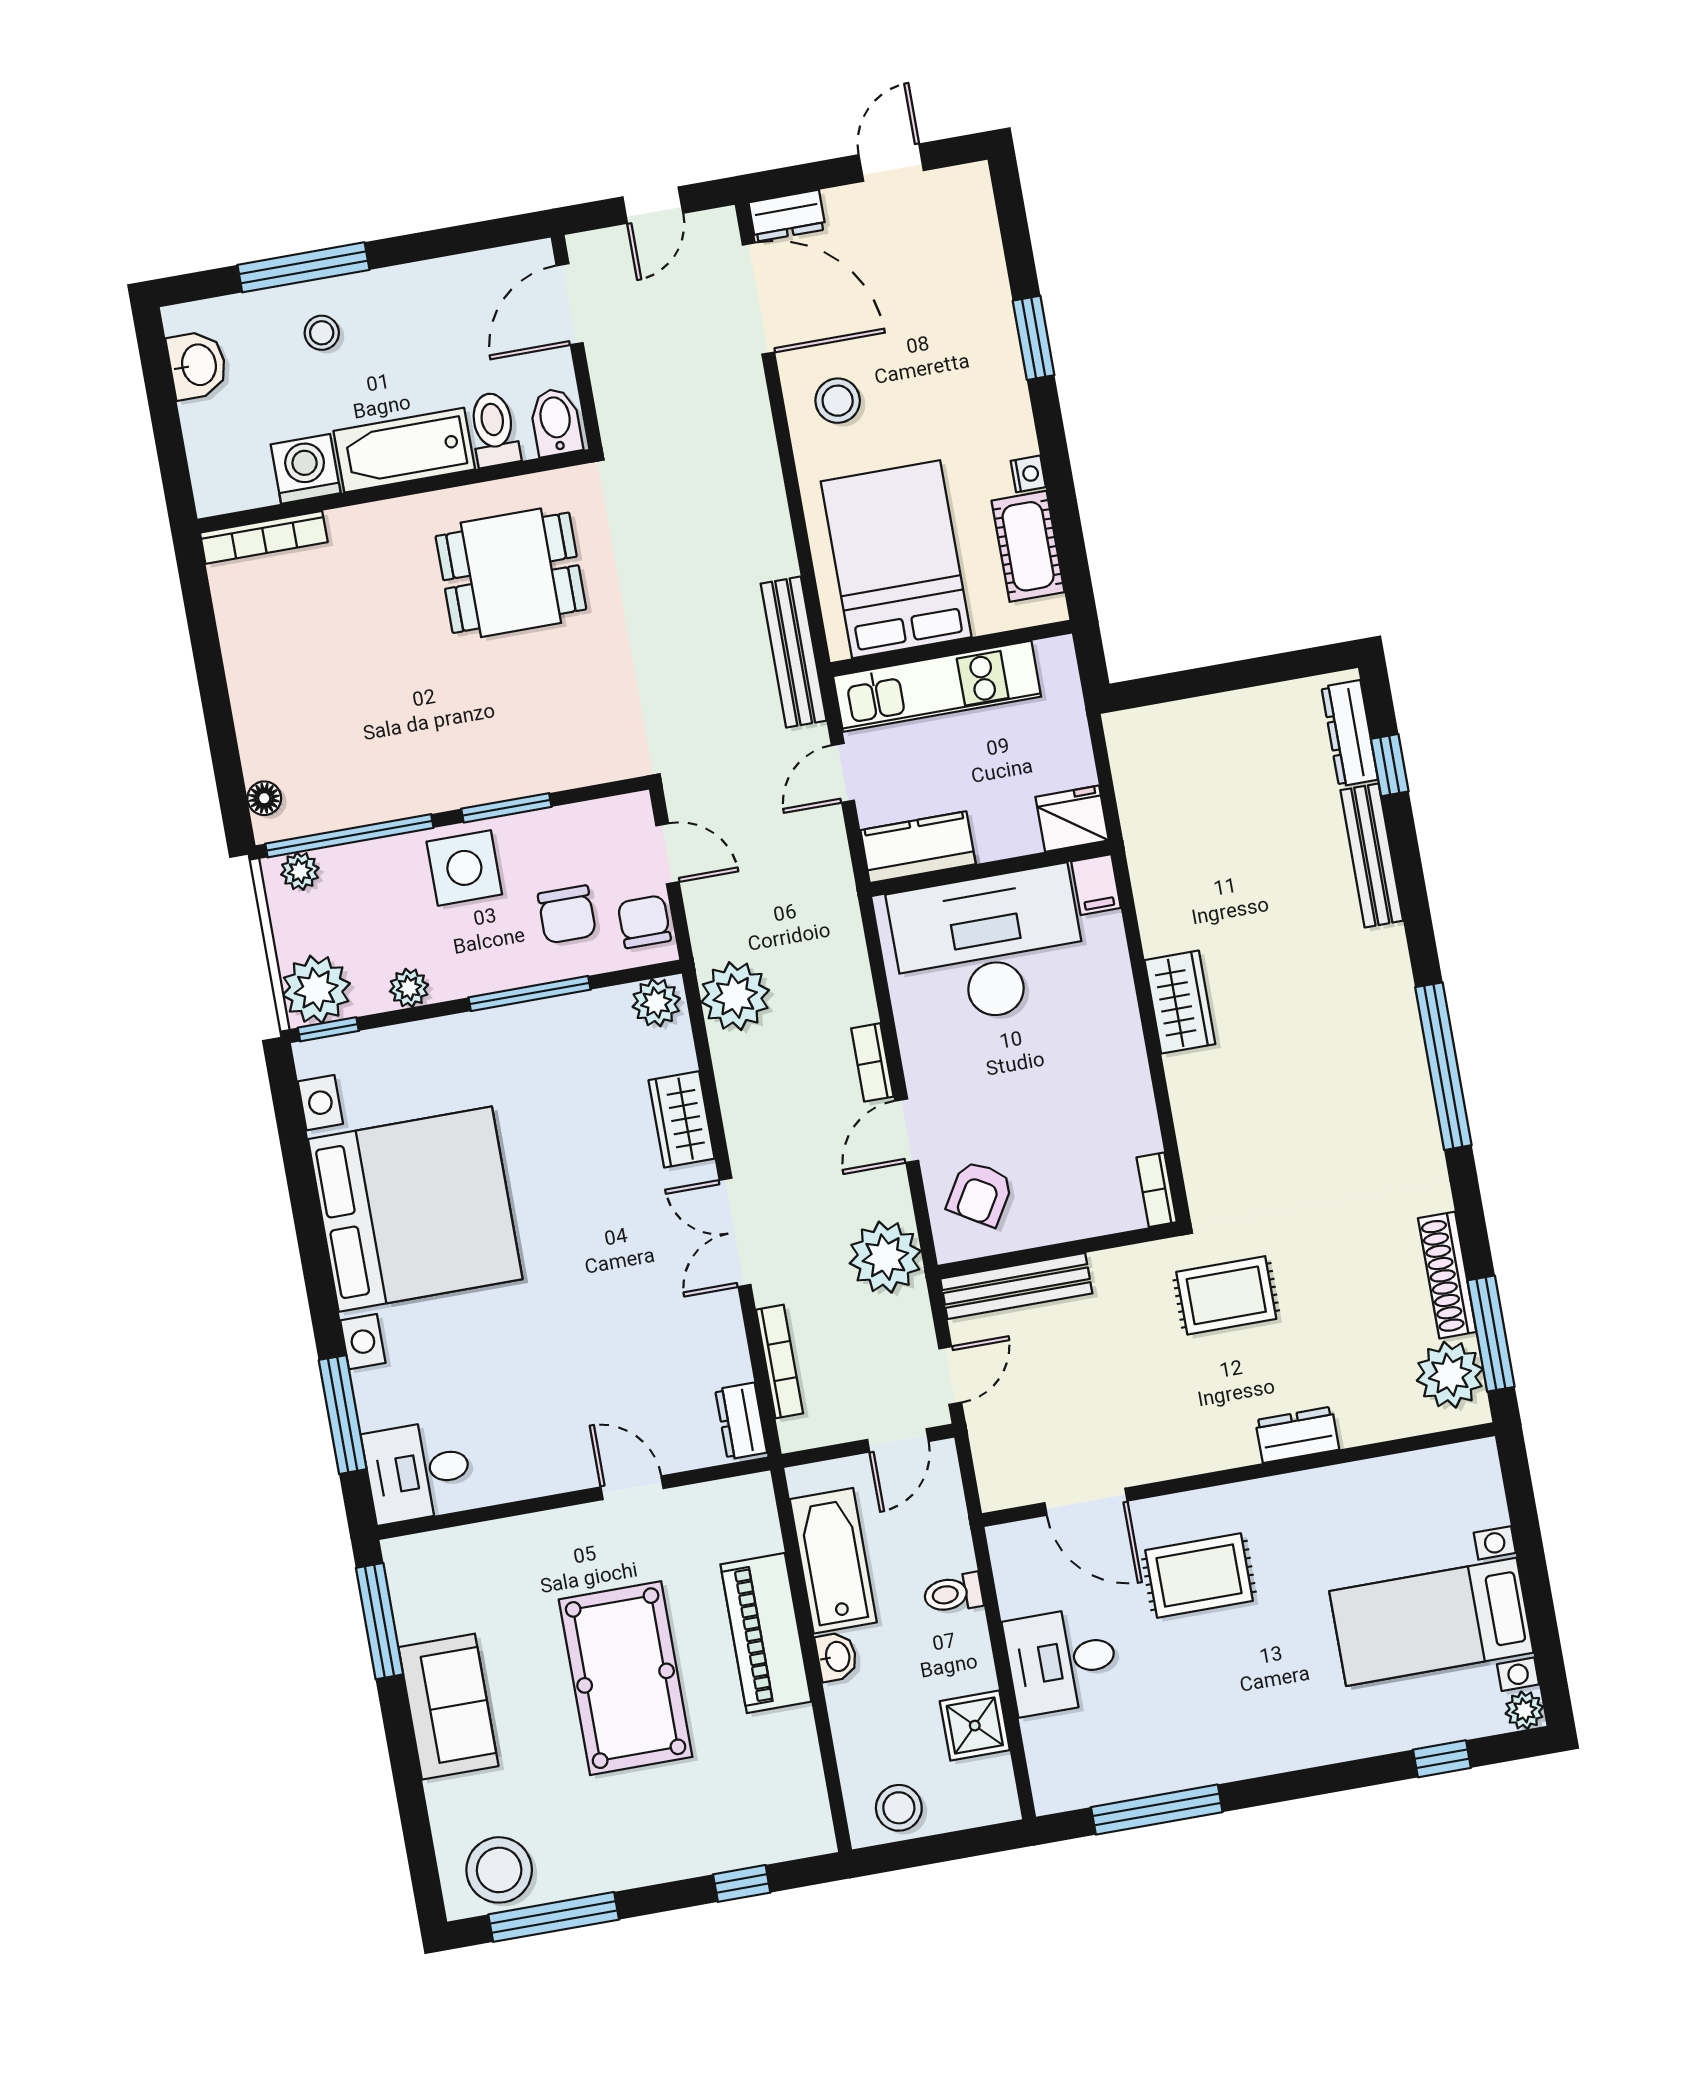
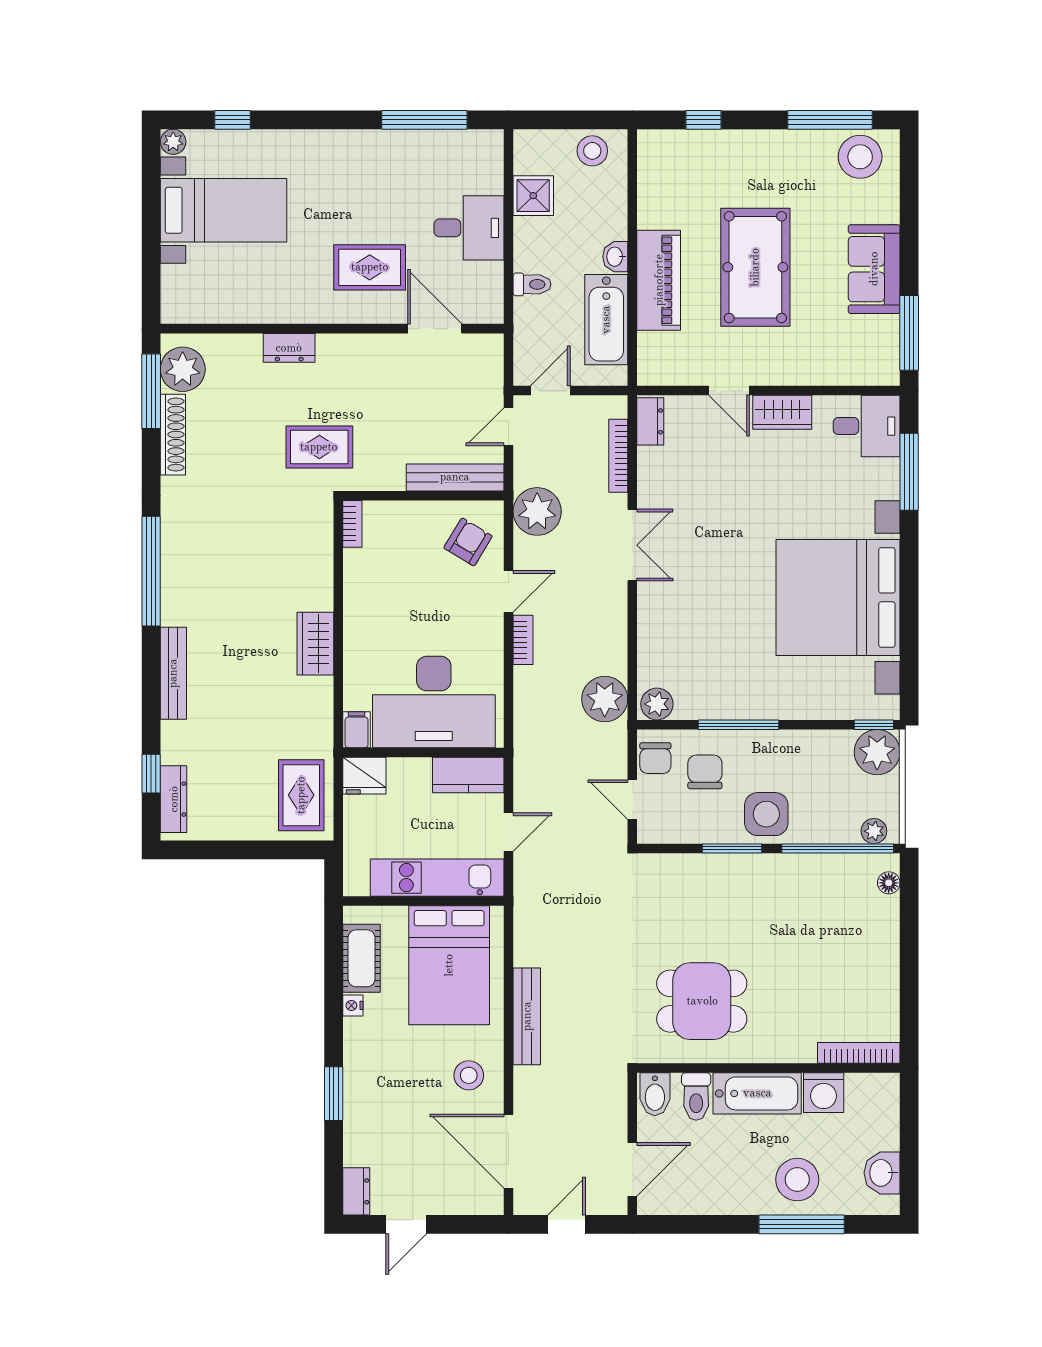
dresser: (787, 216) -> (356, 1191), moved, turned 90
stool: (322, 333) -> (797, 1180), width x1.89, depth x1.89
bench: (794, 652) -> (527, 1016), moved
rug: (1161, 773) -> (301, 795), added
bench: (1372, 855) -> (173, 673), moved
plant: (409, 988) -> (816, 742), removed
wardrobe: (682, 1119) -> (782, 412), moved, turned 90

